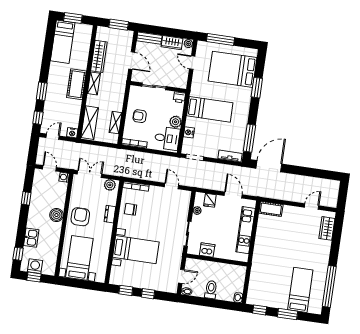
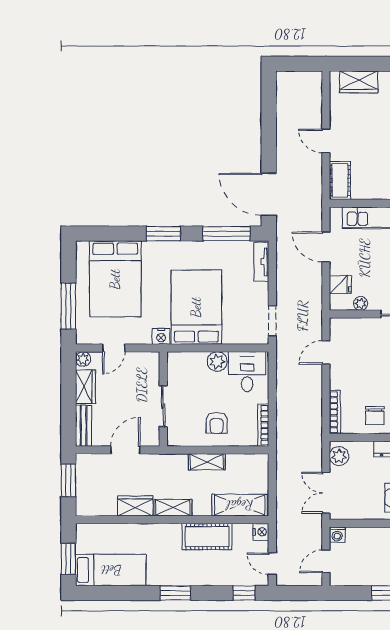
wardrobe: (99, 56) -> (135, 506), width x0.67
cot: (77, 84) -> (207, 537), moved
window: (257, 88) -> (163, 234), moved
window: (42, 91) -> (175, 593), moved
printer: (179, 97) -> (175, 361), removed
bed: (210, 109) -> (196, 307), width x1.50
shelving: (116, 123) -> (207, 462), moved
nightstand: (189, 132) -> (161, 336), moved
door: (233, 195) -> (326, 247), hinge flipped
door: (312, 207) -> (326, 141), moved

